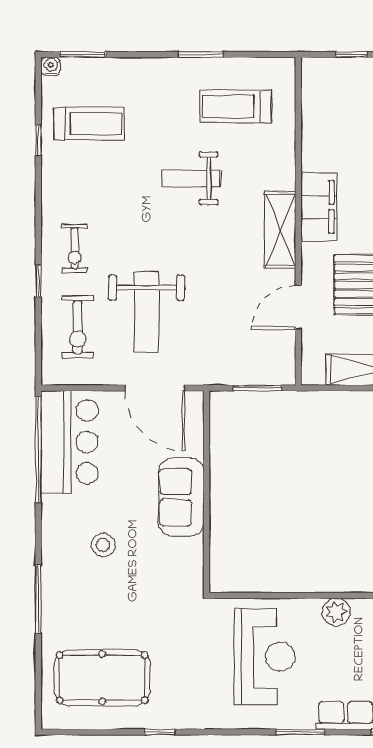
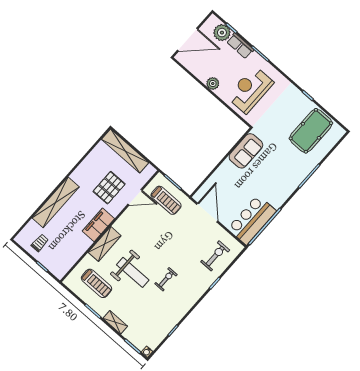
shelving: (147, 69) -> (115, 322), added
treadmill: (89, 124) -> (166, 200), moved, turned 180
weight bench: (191, 178) -> (133, 272), width x1.36, depth x1.33
shelving: (280, 230) -> (105, 244), moved
exercise bike: (75, 248) -> (166, 279), moved
weight bench: (147, 312) -> (187, 241), removed
sofa: (181, 497) -> (246, 151), moved
stool: (103, 545) -> (271, 175), removed
pool table: (102, 678) -> (311, 131), turned 90

